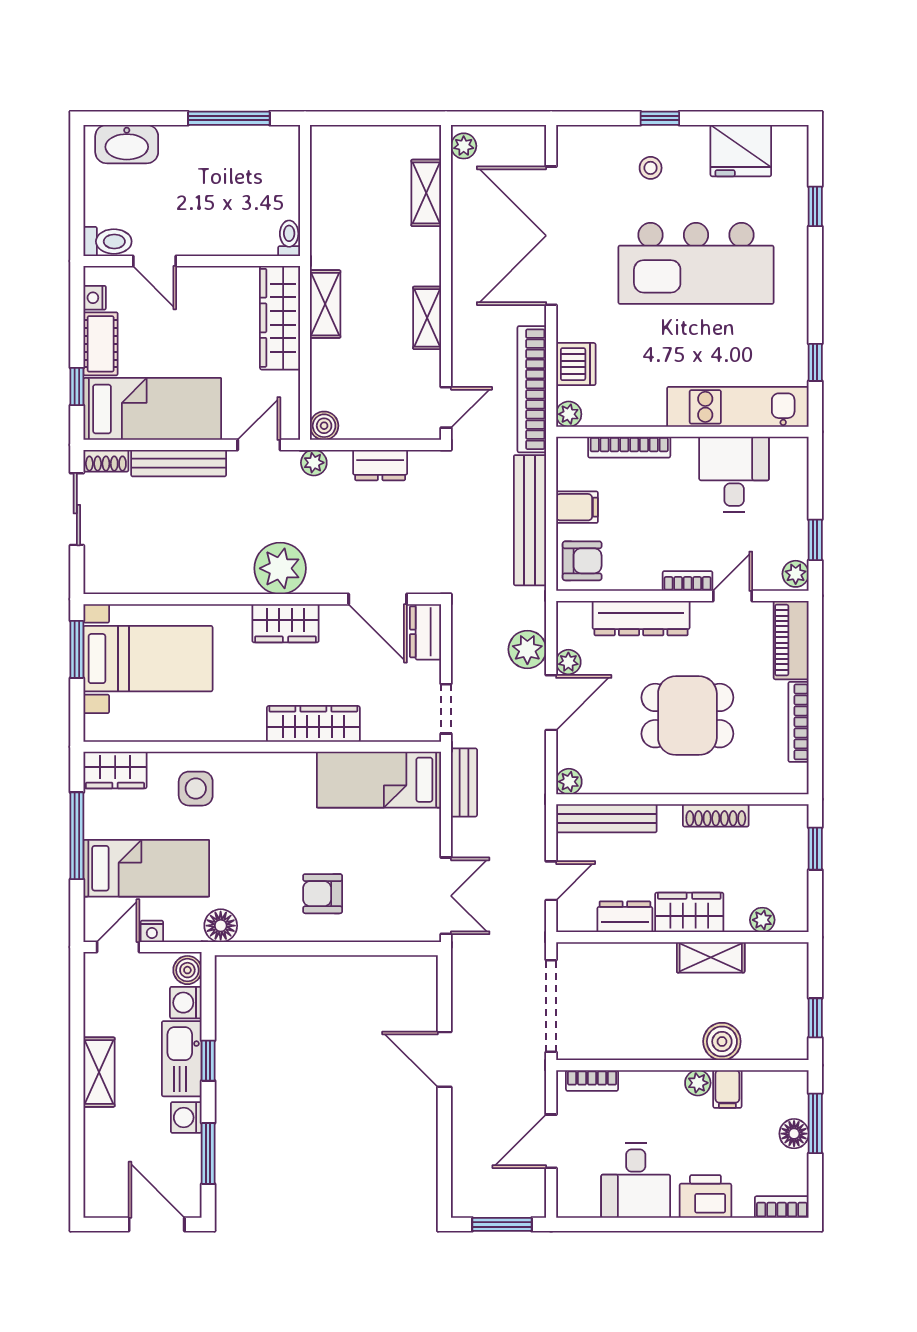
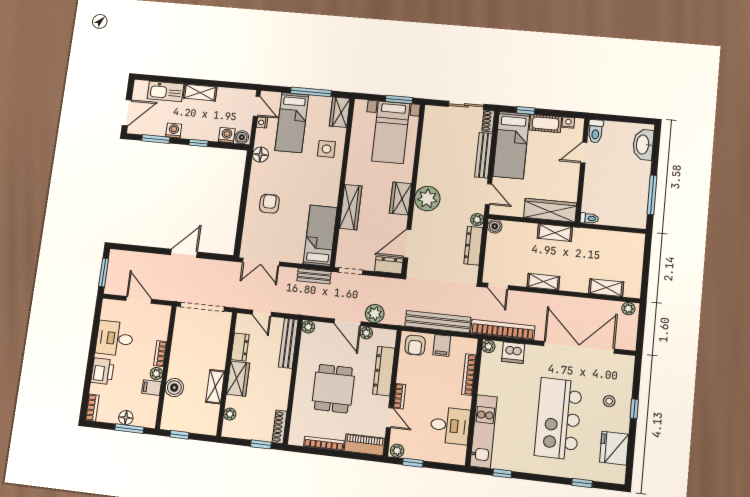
dresser: (380, 465) -> (473, 246), width x1.44
shoe rack: (716, 815) -> (279, 427), moved
kitchen sink: (182, 1059) -> (165, 91), moved, turned 180
bookcase: (592, 1081) -> (160, 354), moved

